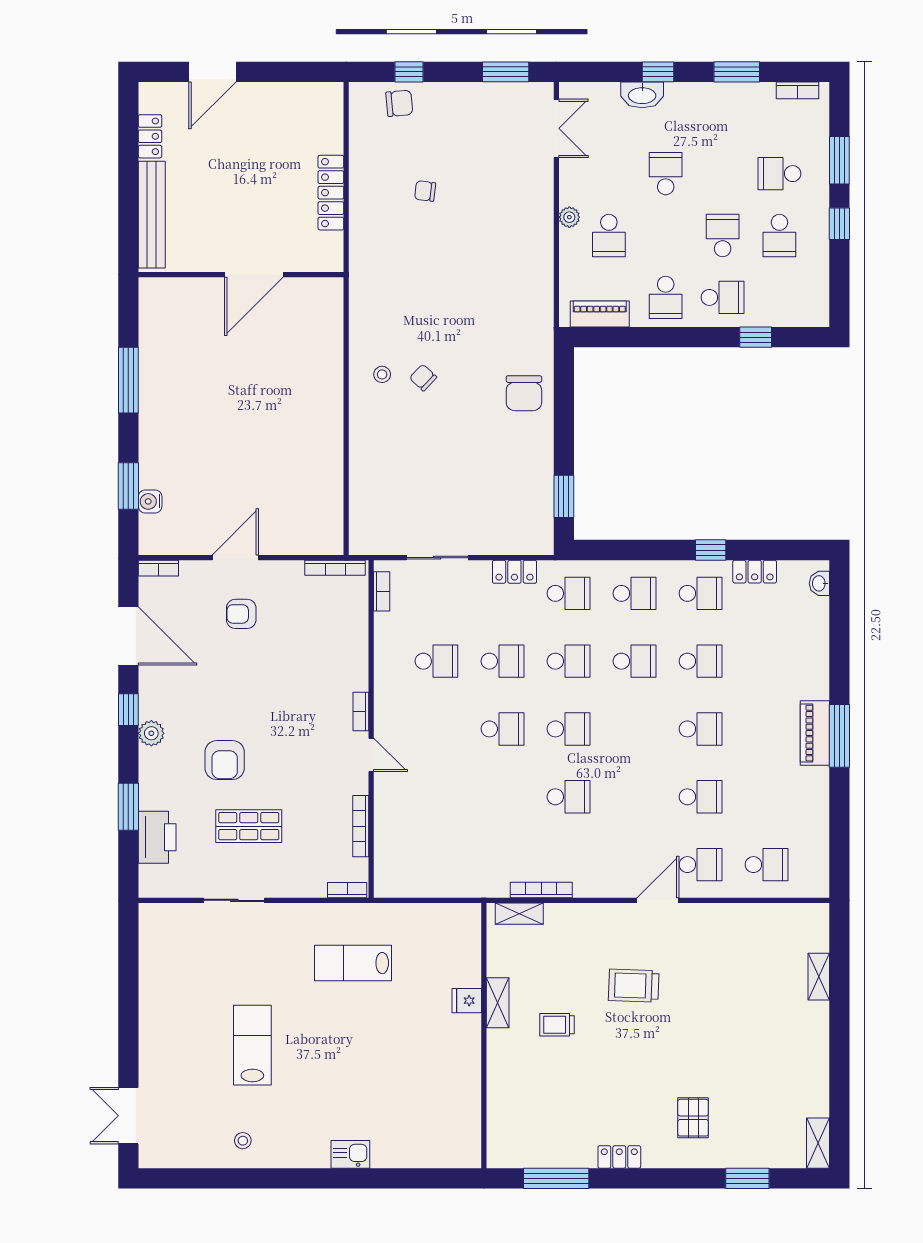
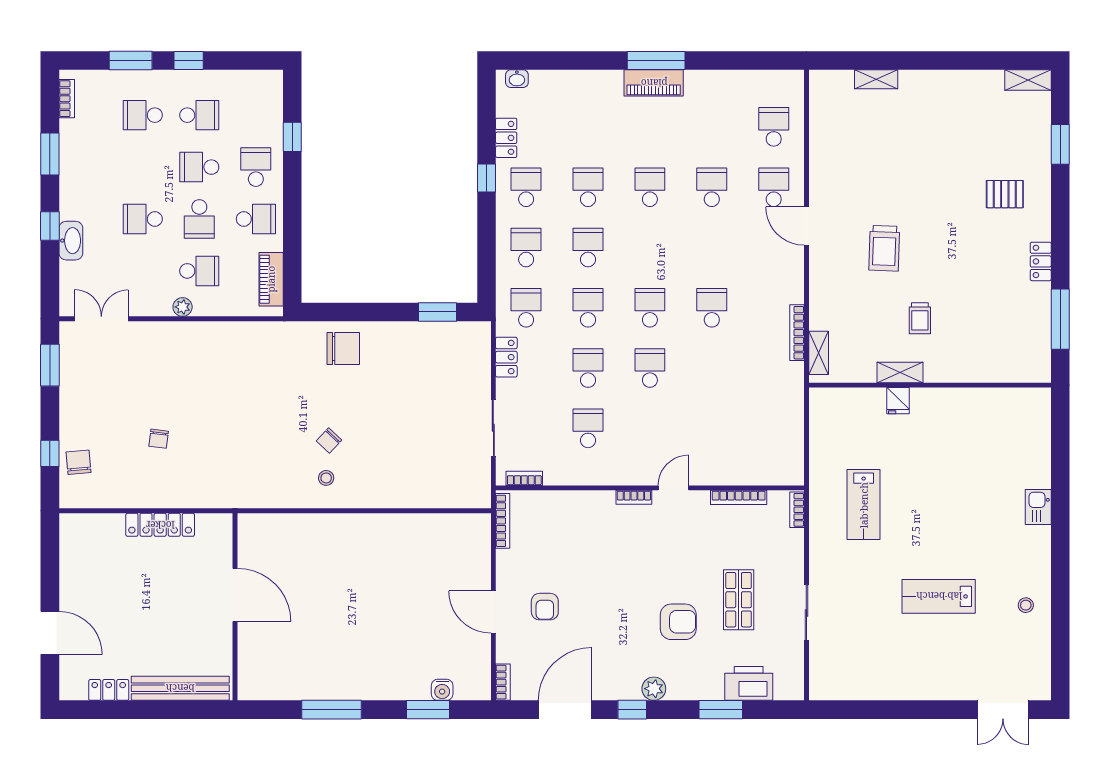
school desk: (779, 174) -> (143, 115), turned 90
school desk: (666, 236) -> (199, 219), added

